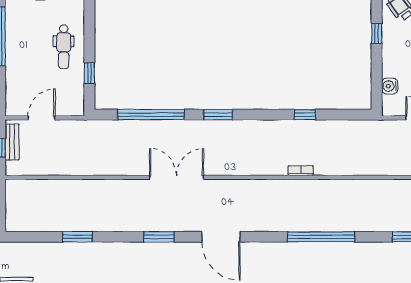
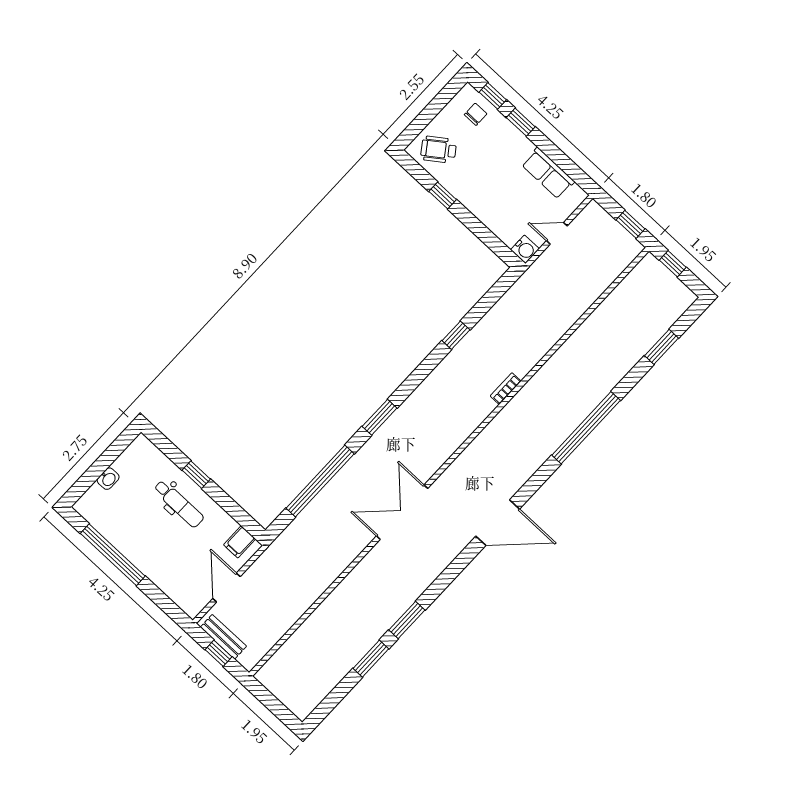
window: (89, 73) -> (196, 475), moved
water cooler: (390, 86) -> (525, 249), moved, turned -90
filing cabinet: (74, 101) -> (240, 542), added
window: (159, 237) -> (407, 620), moved

